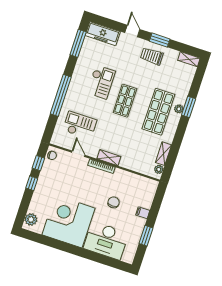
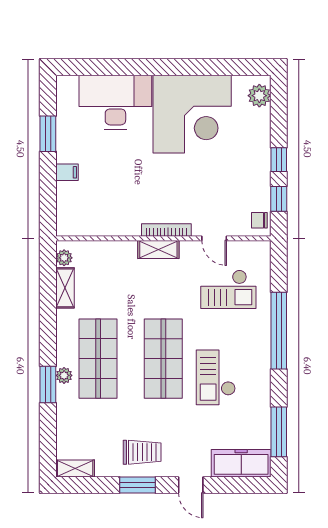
shop shelf: (125, 101) -> (163, 359), width x1.43, depth x1.36
chair: (114, 202) -> (124, 174), removed

